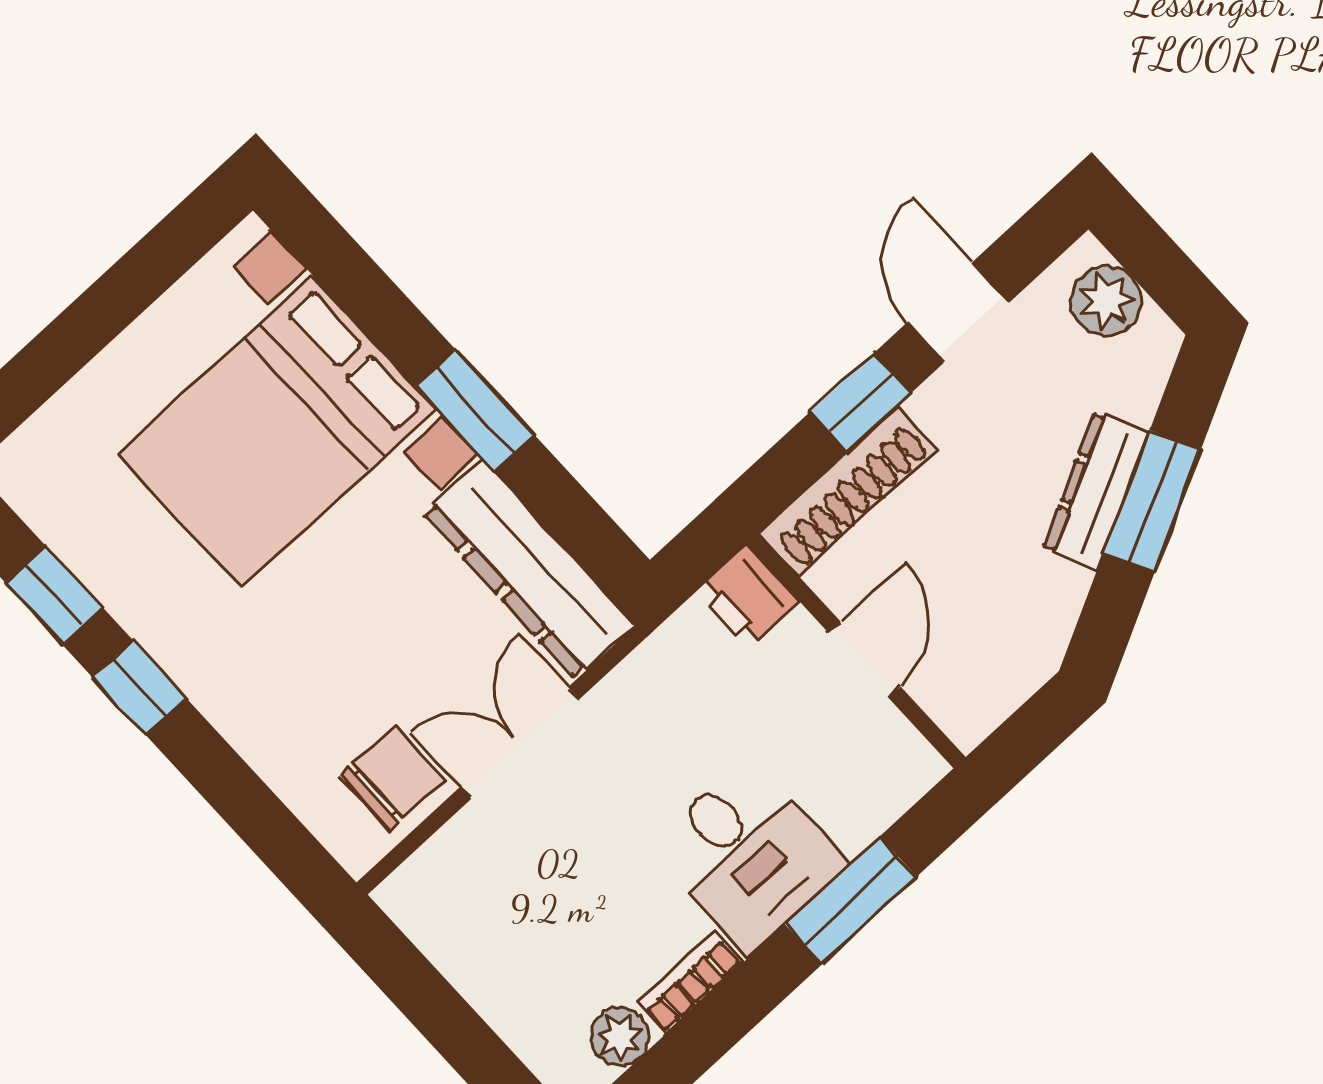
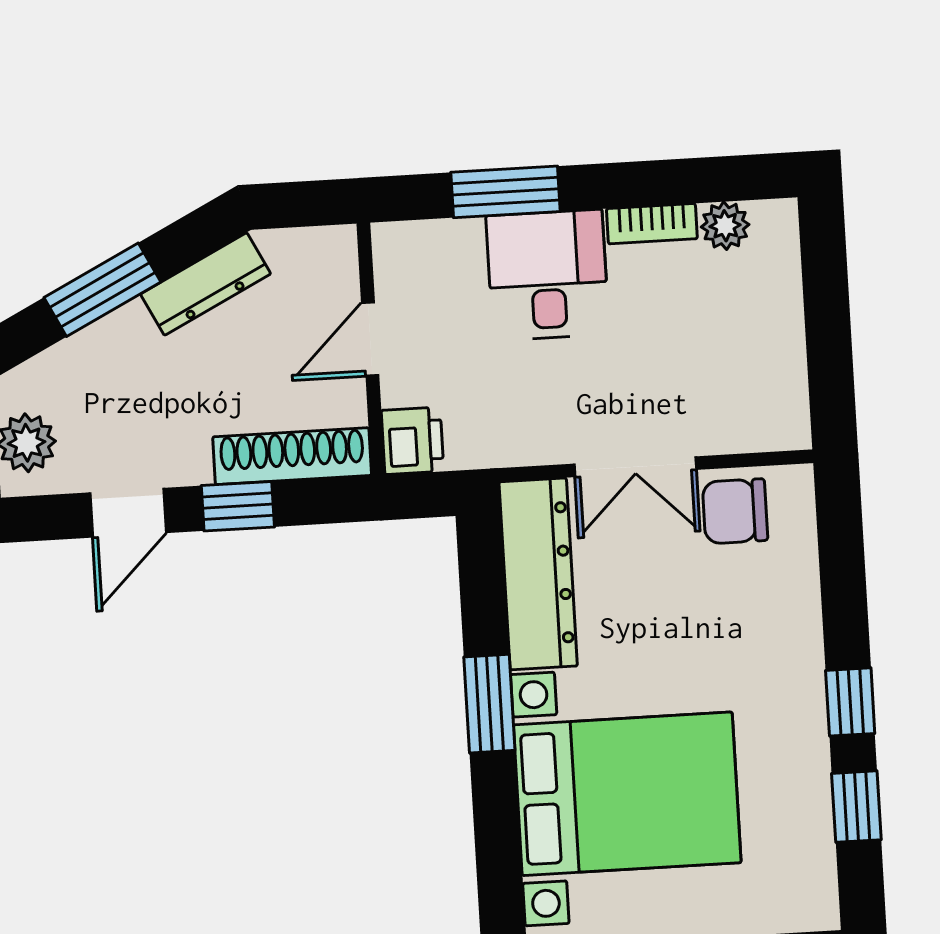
dresser: (1096, 490) -> (206, 284), moved

